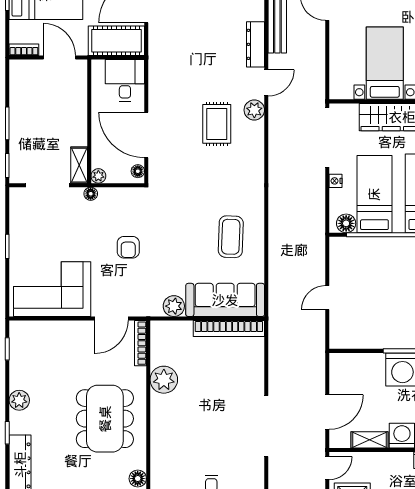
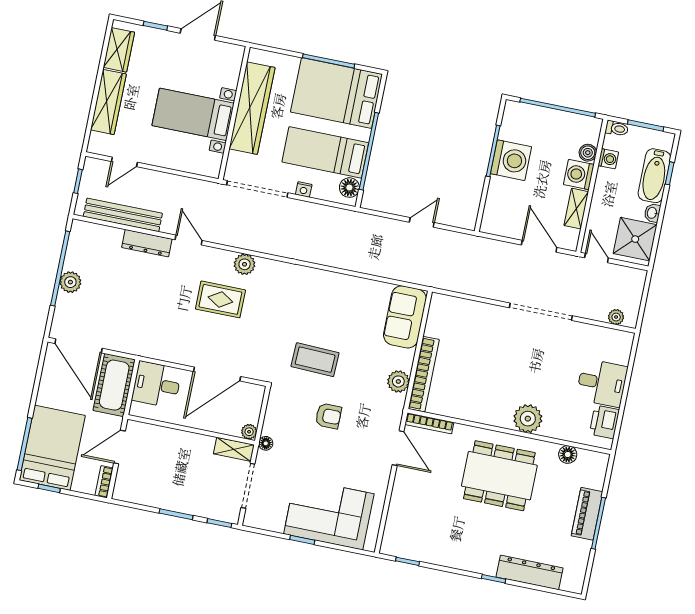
plant: (254, 110) -> (245, 264), moved
floor lamp: (138, 171) -> (252, 390), removed
coffee table: (231, 237) -> (315, 360), moved
corner sofa: (52, 289) -> (329, 514), moved, turned 90
door: (327, 298) -> (422, 222), swing flipped
sofa: (225, 300) -> (405, 317), width x0.73
bookcase: (229, 328) -> (424, 374), moved
plant: (164, 380) -> (528, 419), moved
plant: (19, 400) -> (463, 560), removed

